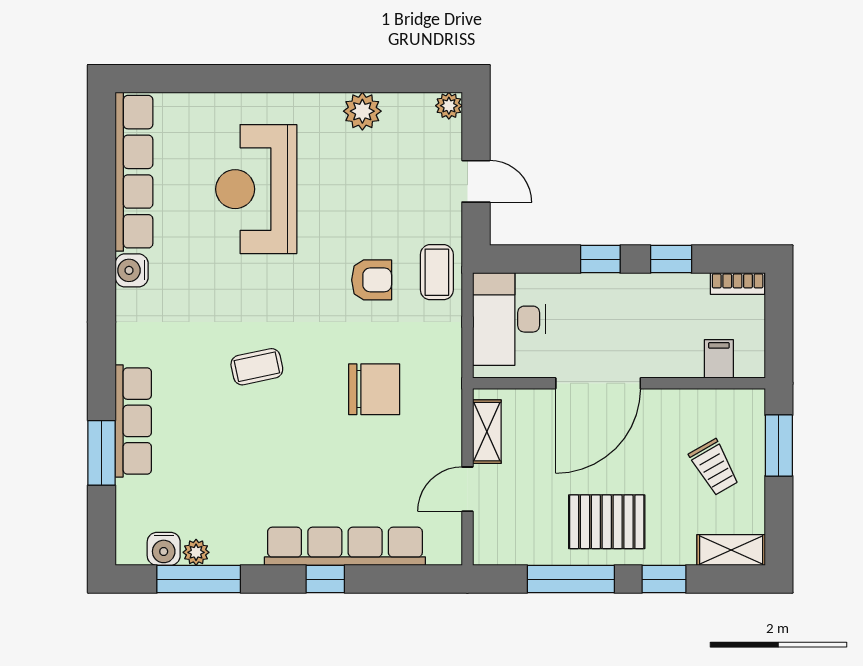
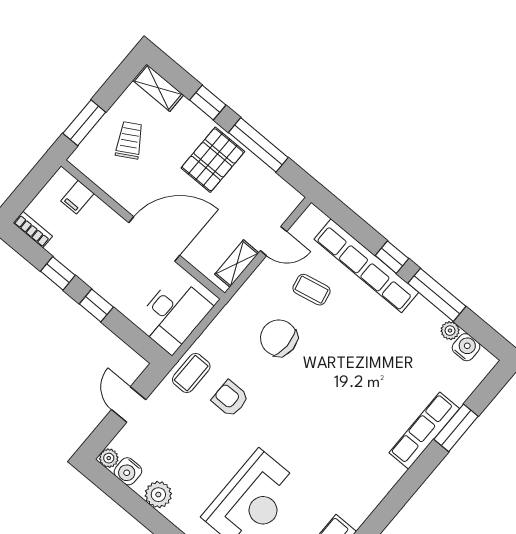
water cooler: (132, 270) -> (128, 471), moved, turned 90
coffee table: (257, 367) -> (312, 290), moved
pallet: (607, 522) -> (213, 160), turned 90
window: (199, 579) -> (437, 295), moved

